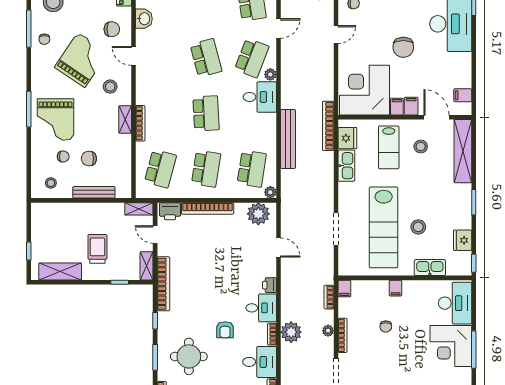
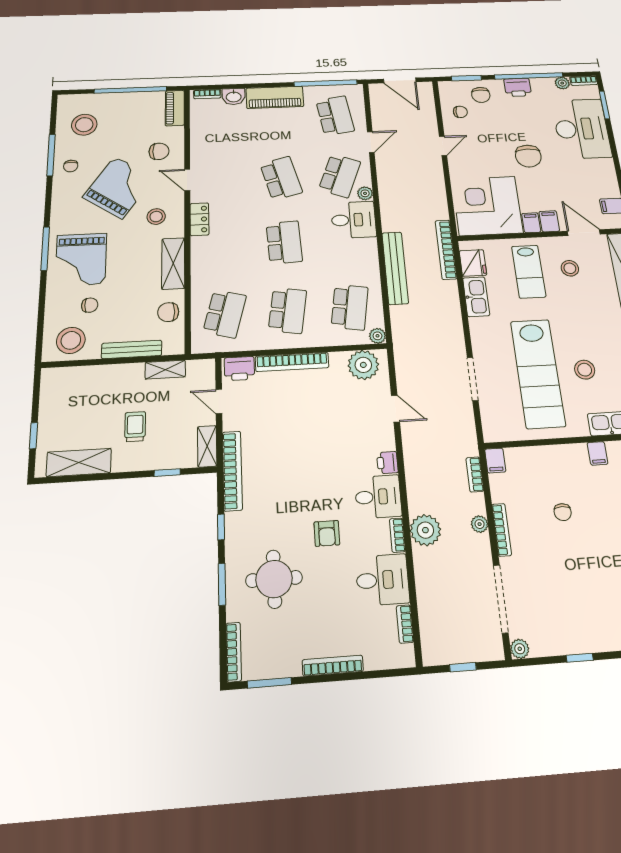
washbasin: (144, 19) -> (200, 138), removed
locker: (143, 90) -> (199, 219), added
shelving: (125, 119) -> (173, 263), width x1.50, depth x1.33
bookcase: (140, 123) -> (196, 258), removed
chair: (89, 159) -> (168, 312), moved
stool: (51, 183) -> (71, 340), width x1.89, depth x1.89
shelving: (139, 209) -> (165, 370), moved
trolley: (97, 249) -> (135, 427), width x0.73, depth x0.72
filing cabinet: (396, 288) -> (598, 453), moved

